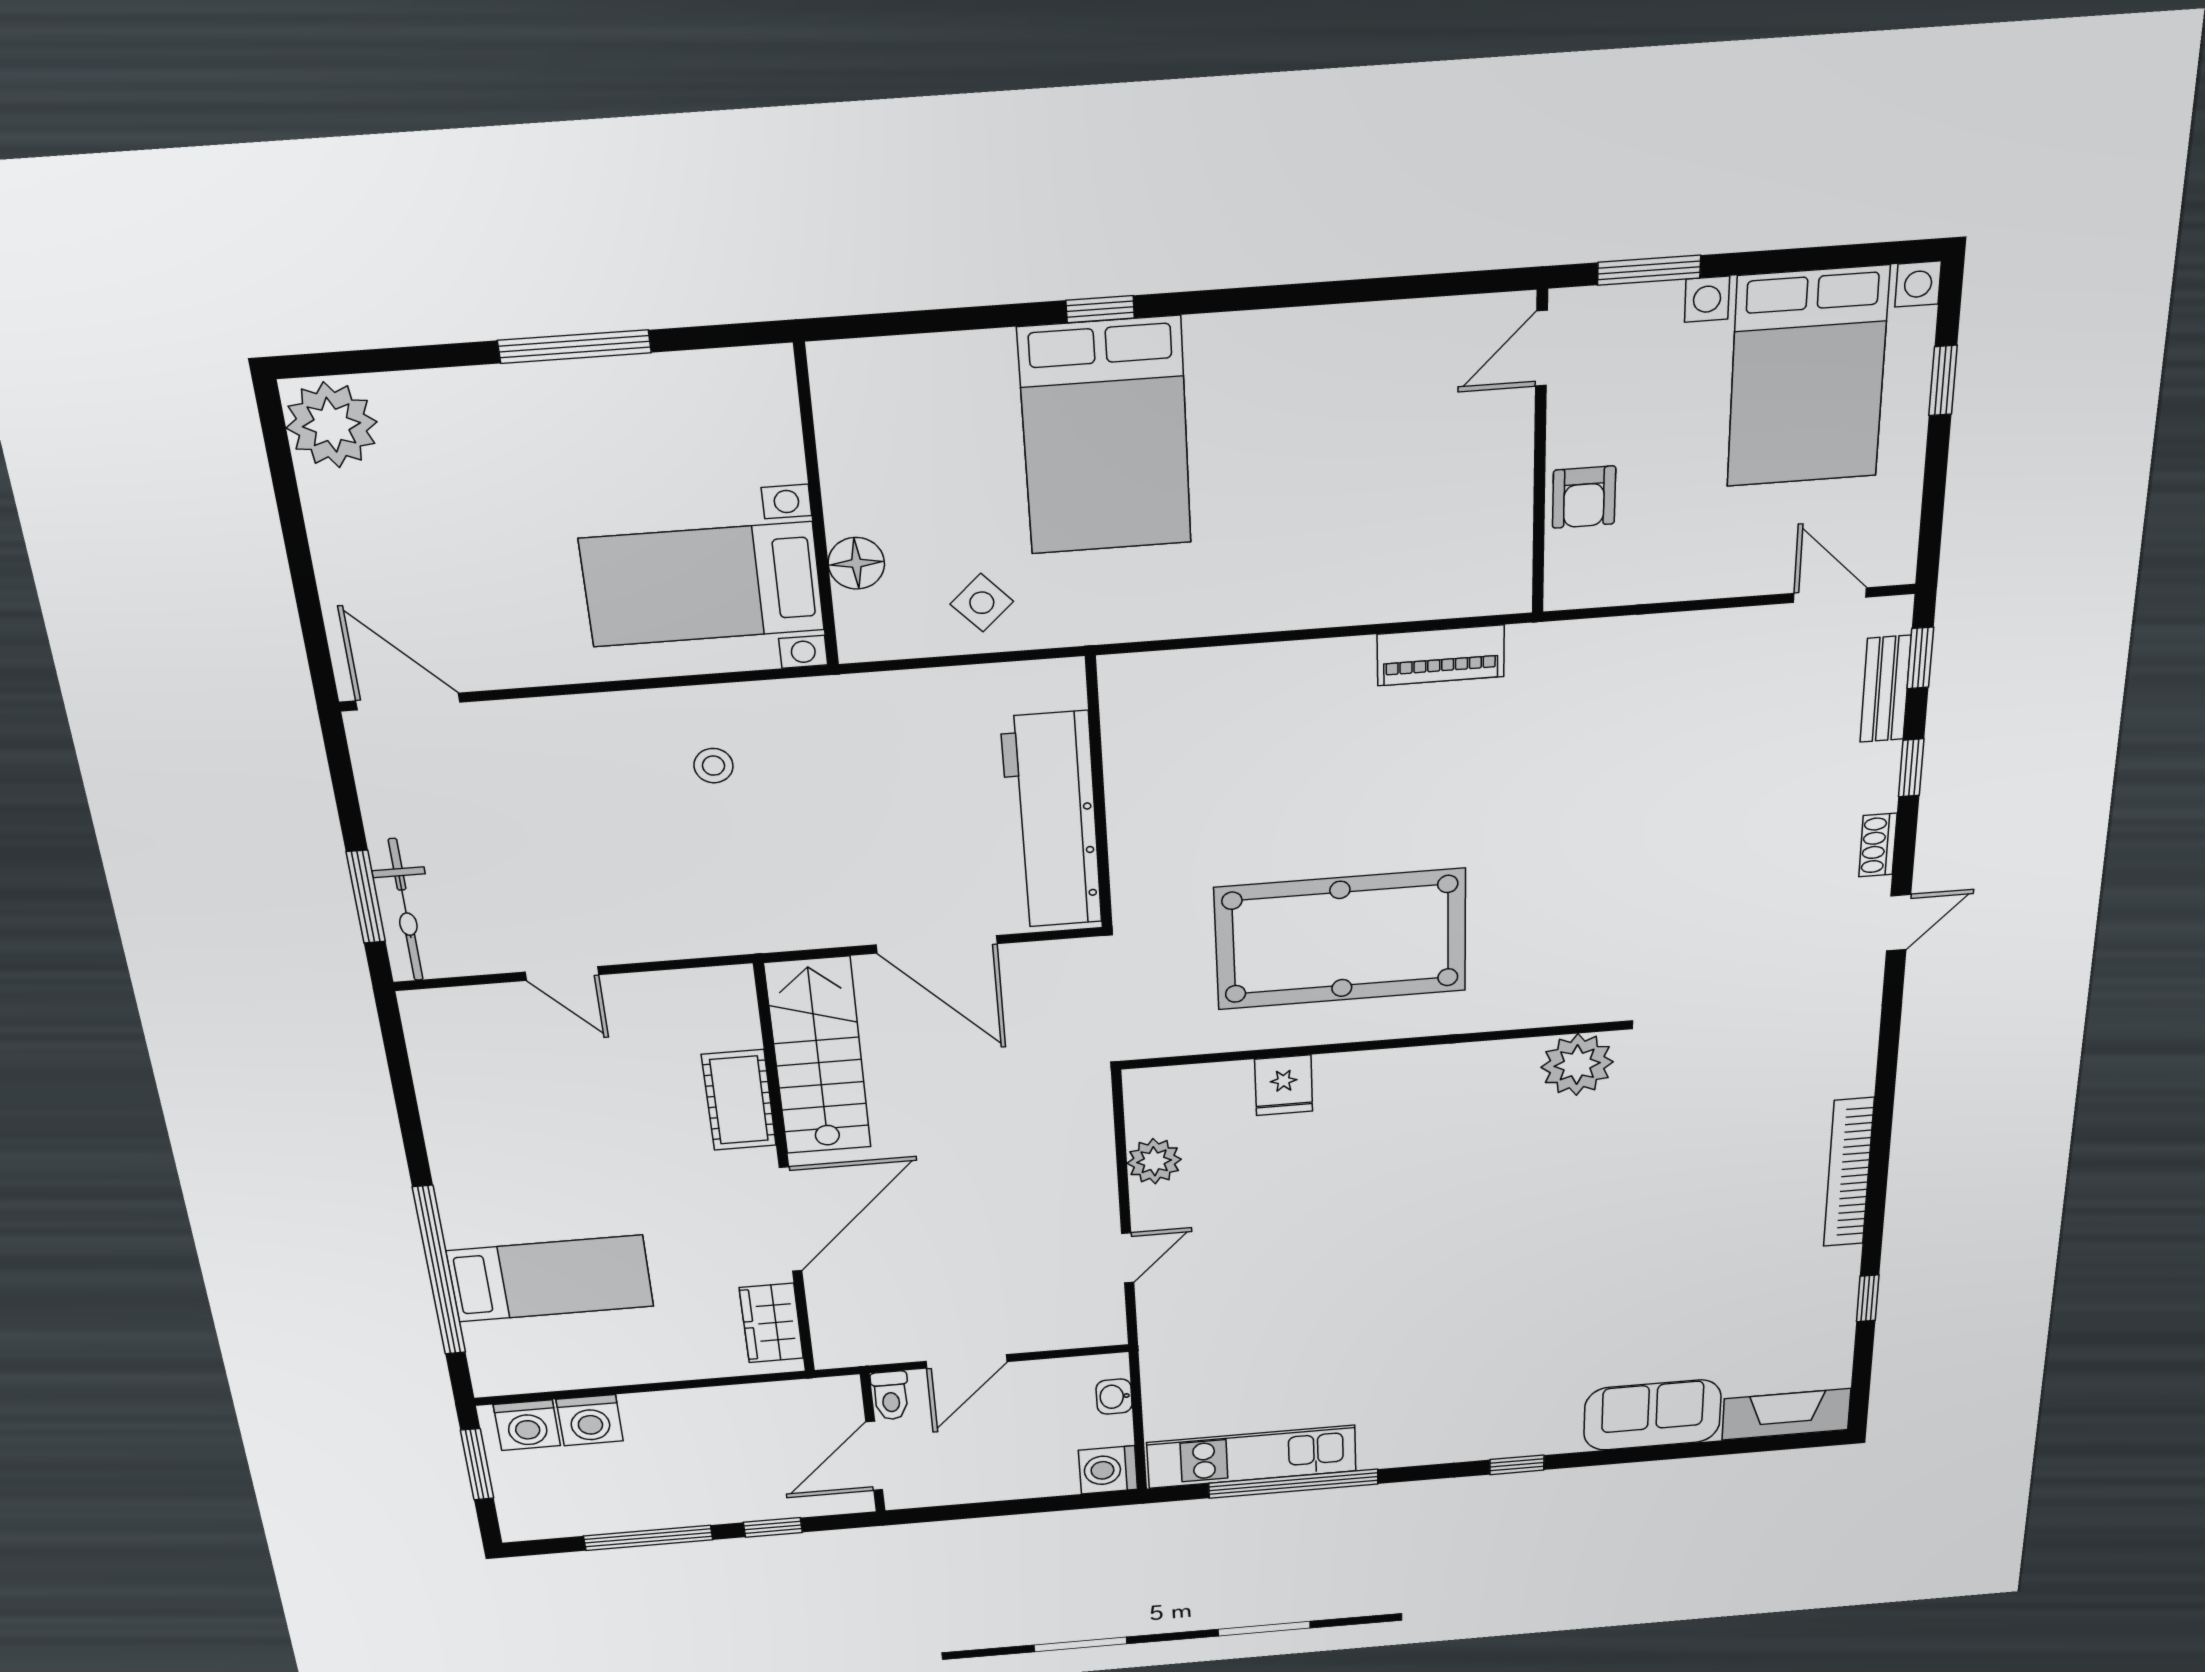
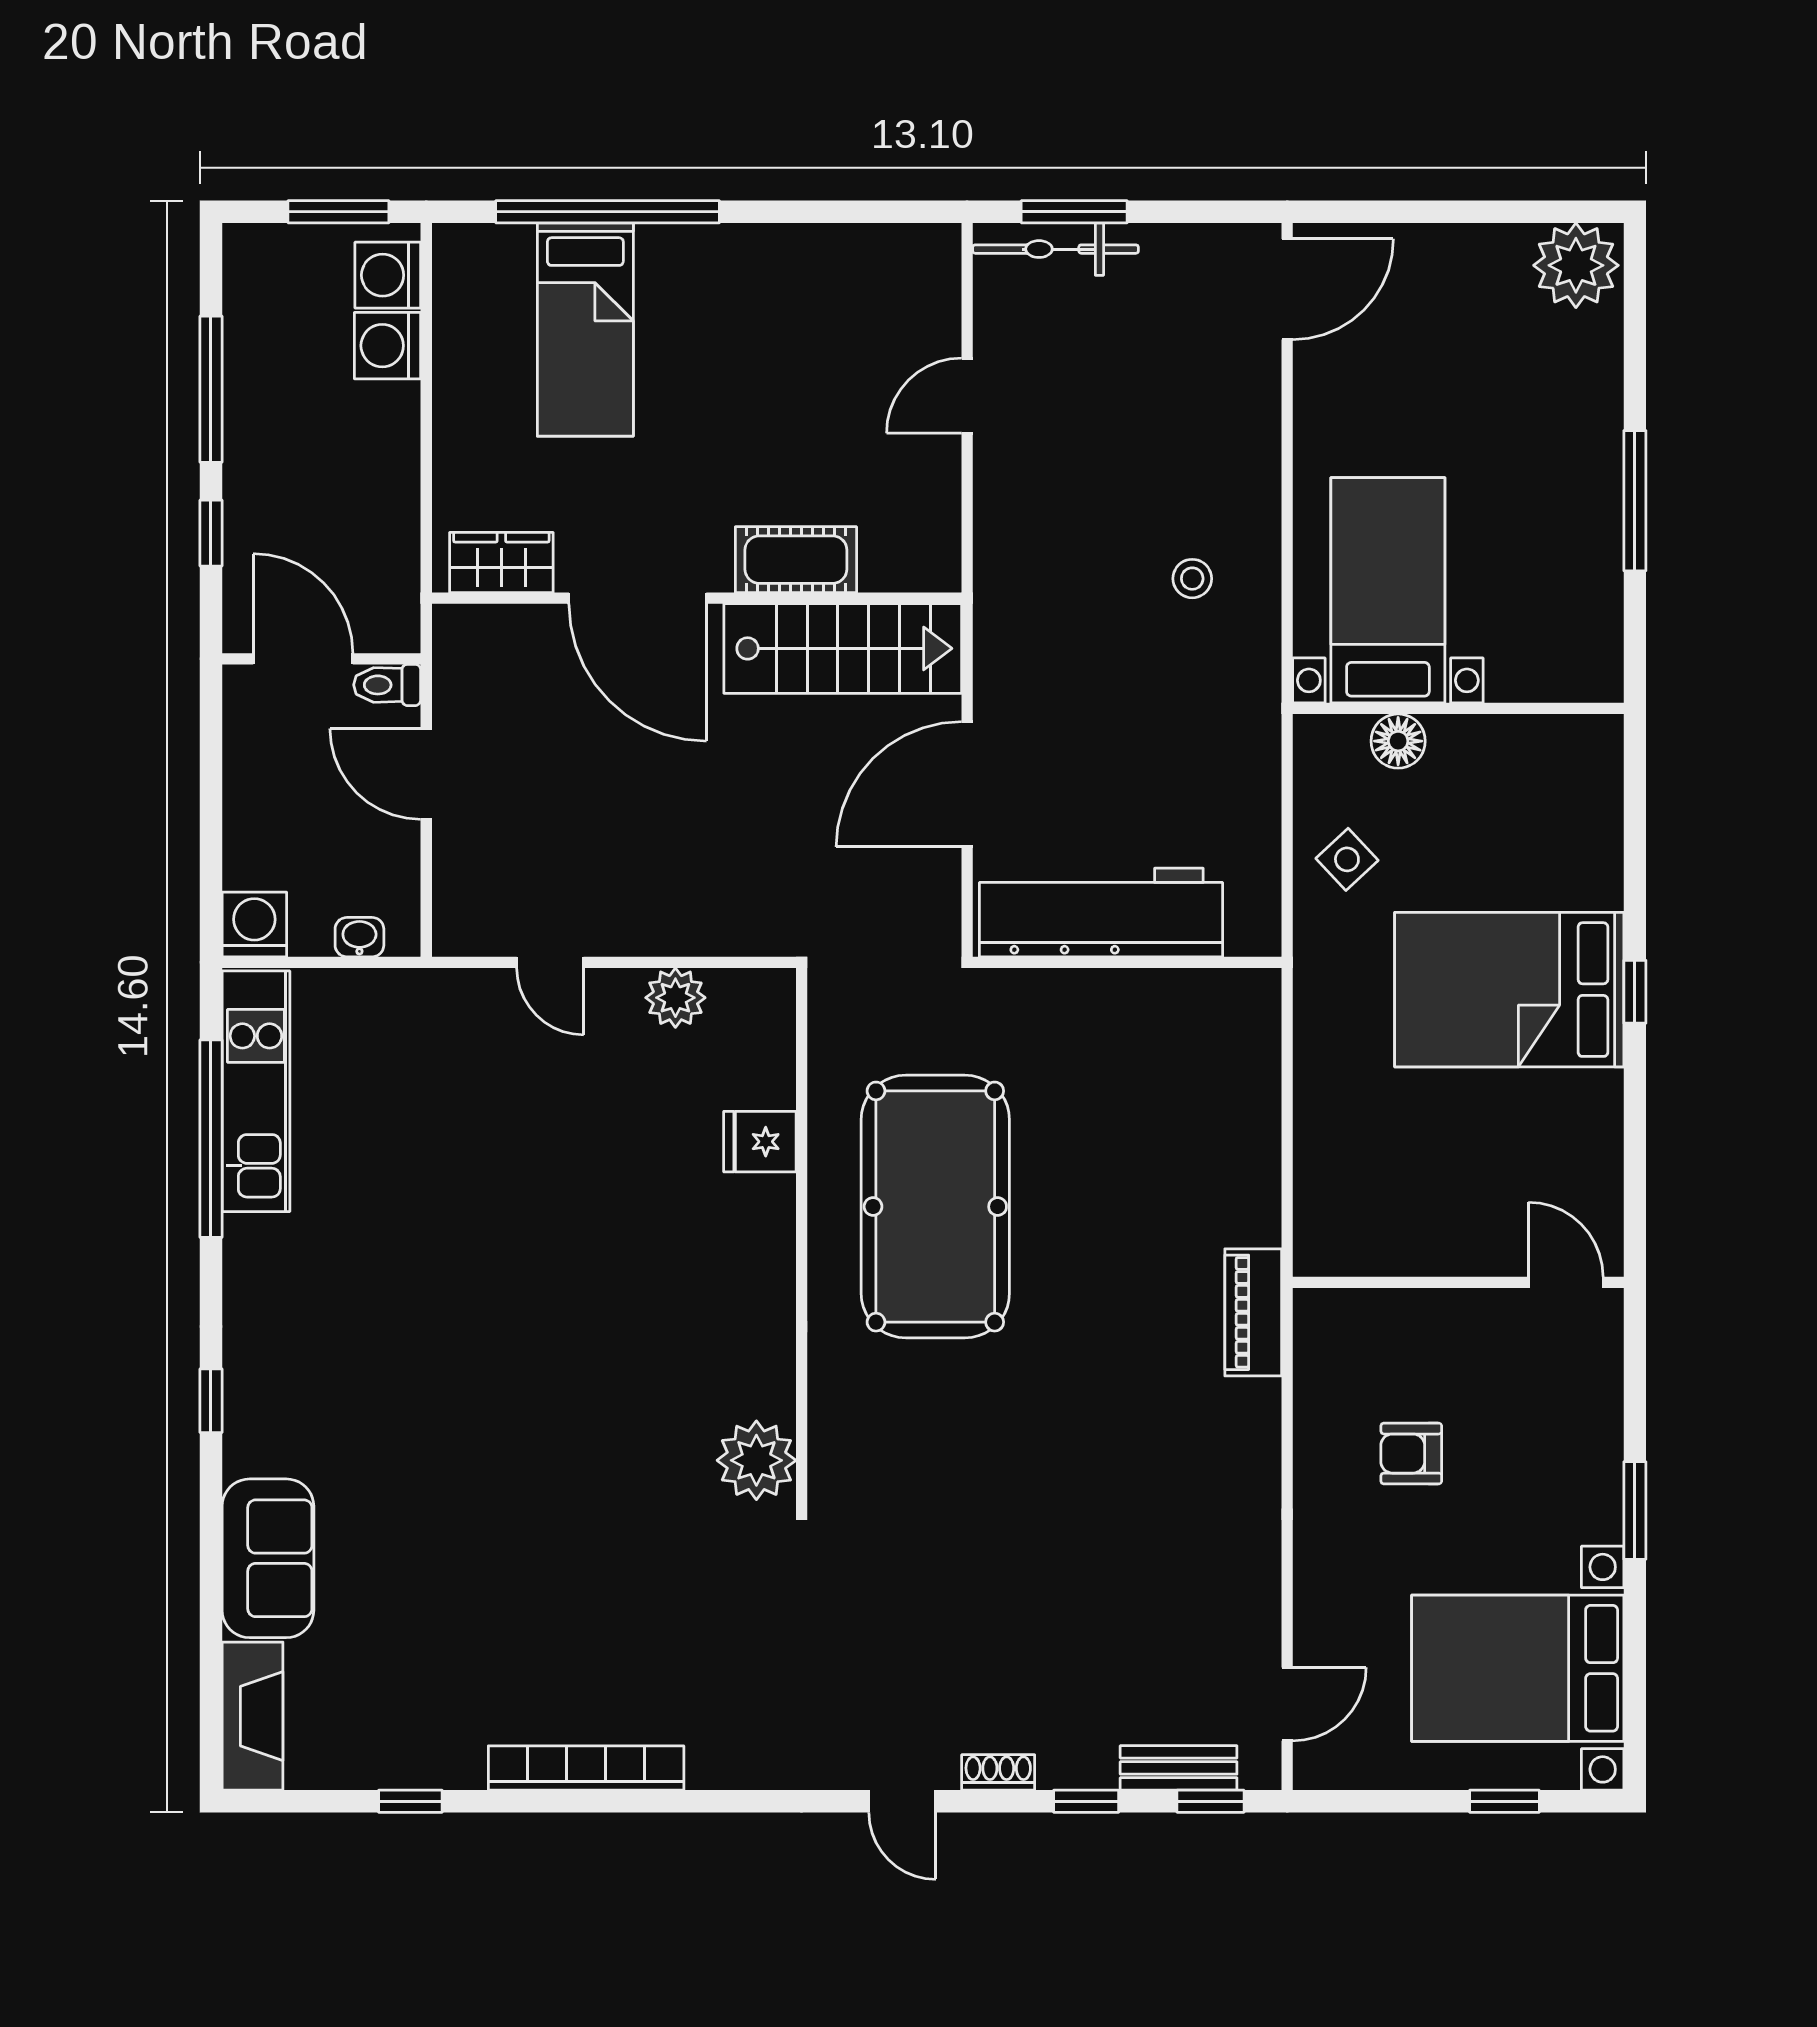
door: (1542, 348) -> (1566, 1282), moved
wall: (1540, 455) -> (1458, 1282), moved

